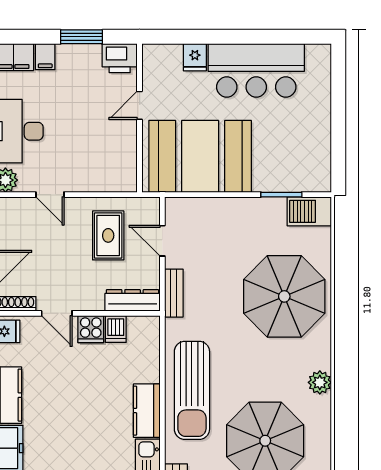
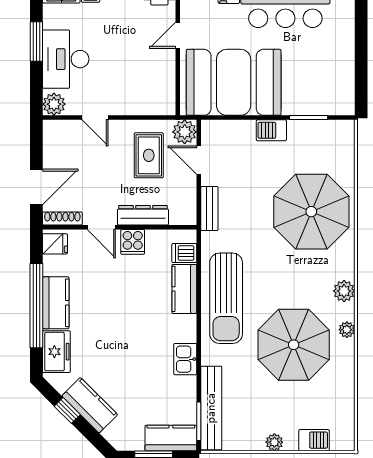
plant: (147, 210) -> (185, 132), added
barbecue: (309, 211) -> (271, 130), moved, width x0.73, depth x0.79
dresser: (133, 300) -> (143, 215), moved
dishwasher: (116, 329) -> (184, 253), moved, turned 90
kitchen counter: (147, 411) -> (184, 289), moved
plant: (323, 424) -> (347, 330), added

